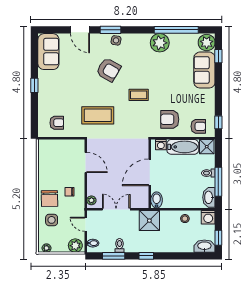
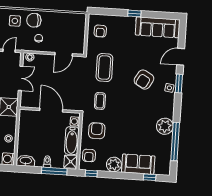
plant: (207, 43) -> (114, 164), moved
sofa: (48, 52) -> (158, 27), width x1.36
coffee table: (139, 95) -> (100, 101), moved
window: (218, 182) -> (54, 171), moved
bidet: (157, 200) -> (26, 115), removed

